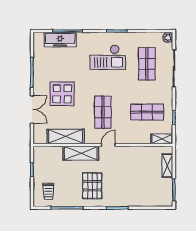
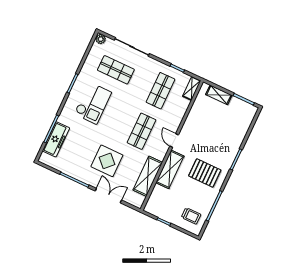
shop shelf: (103, 112) -> (141, 131), turned 90

